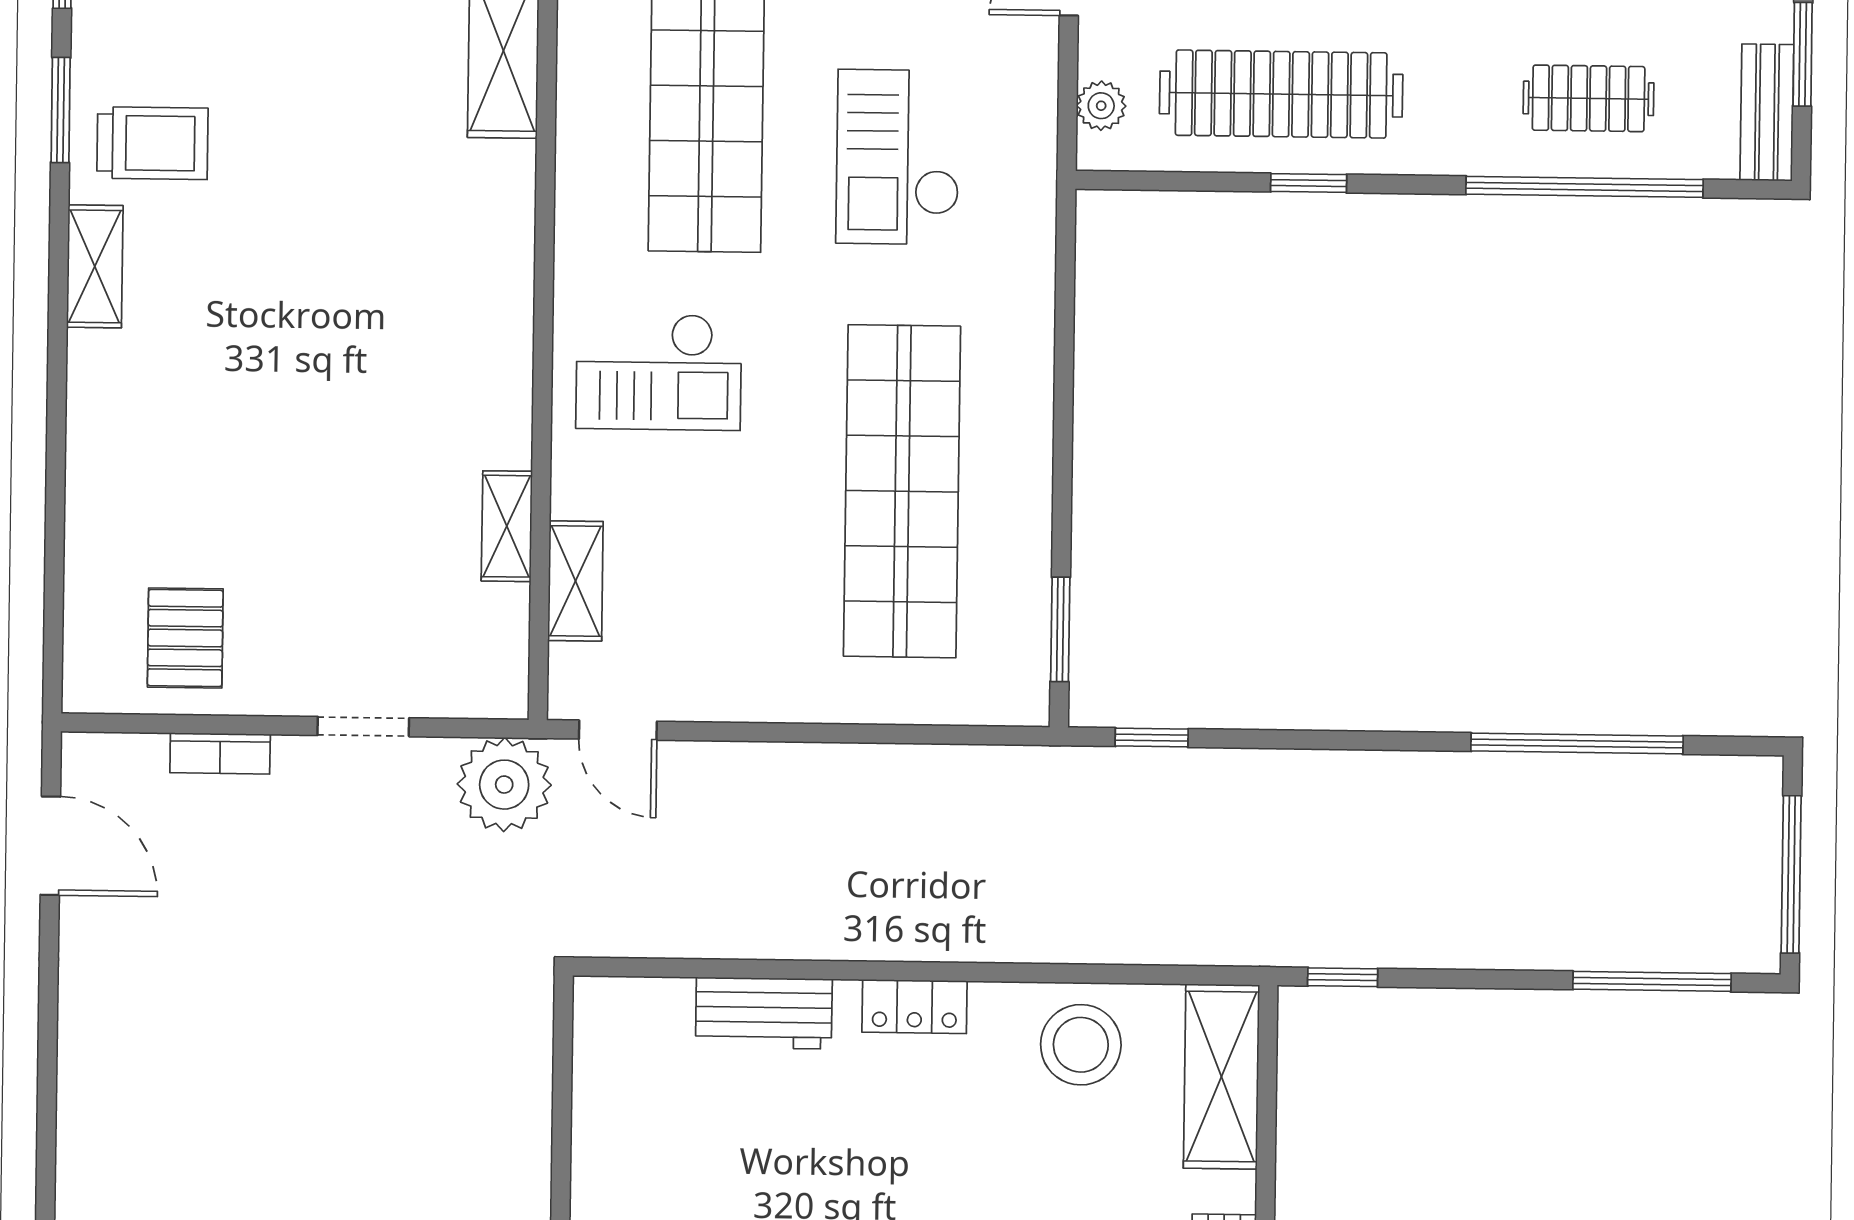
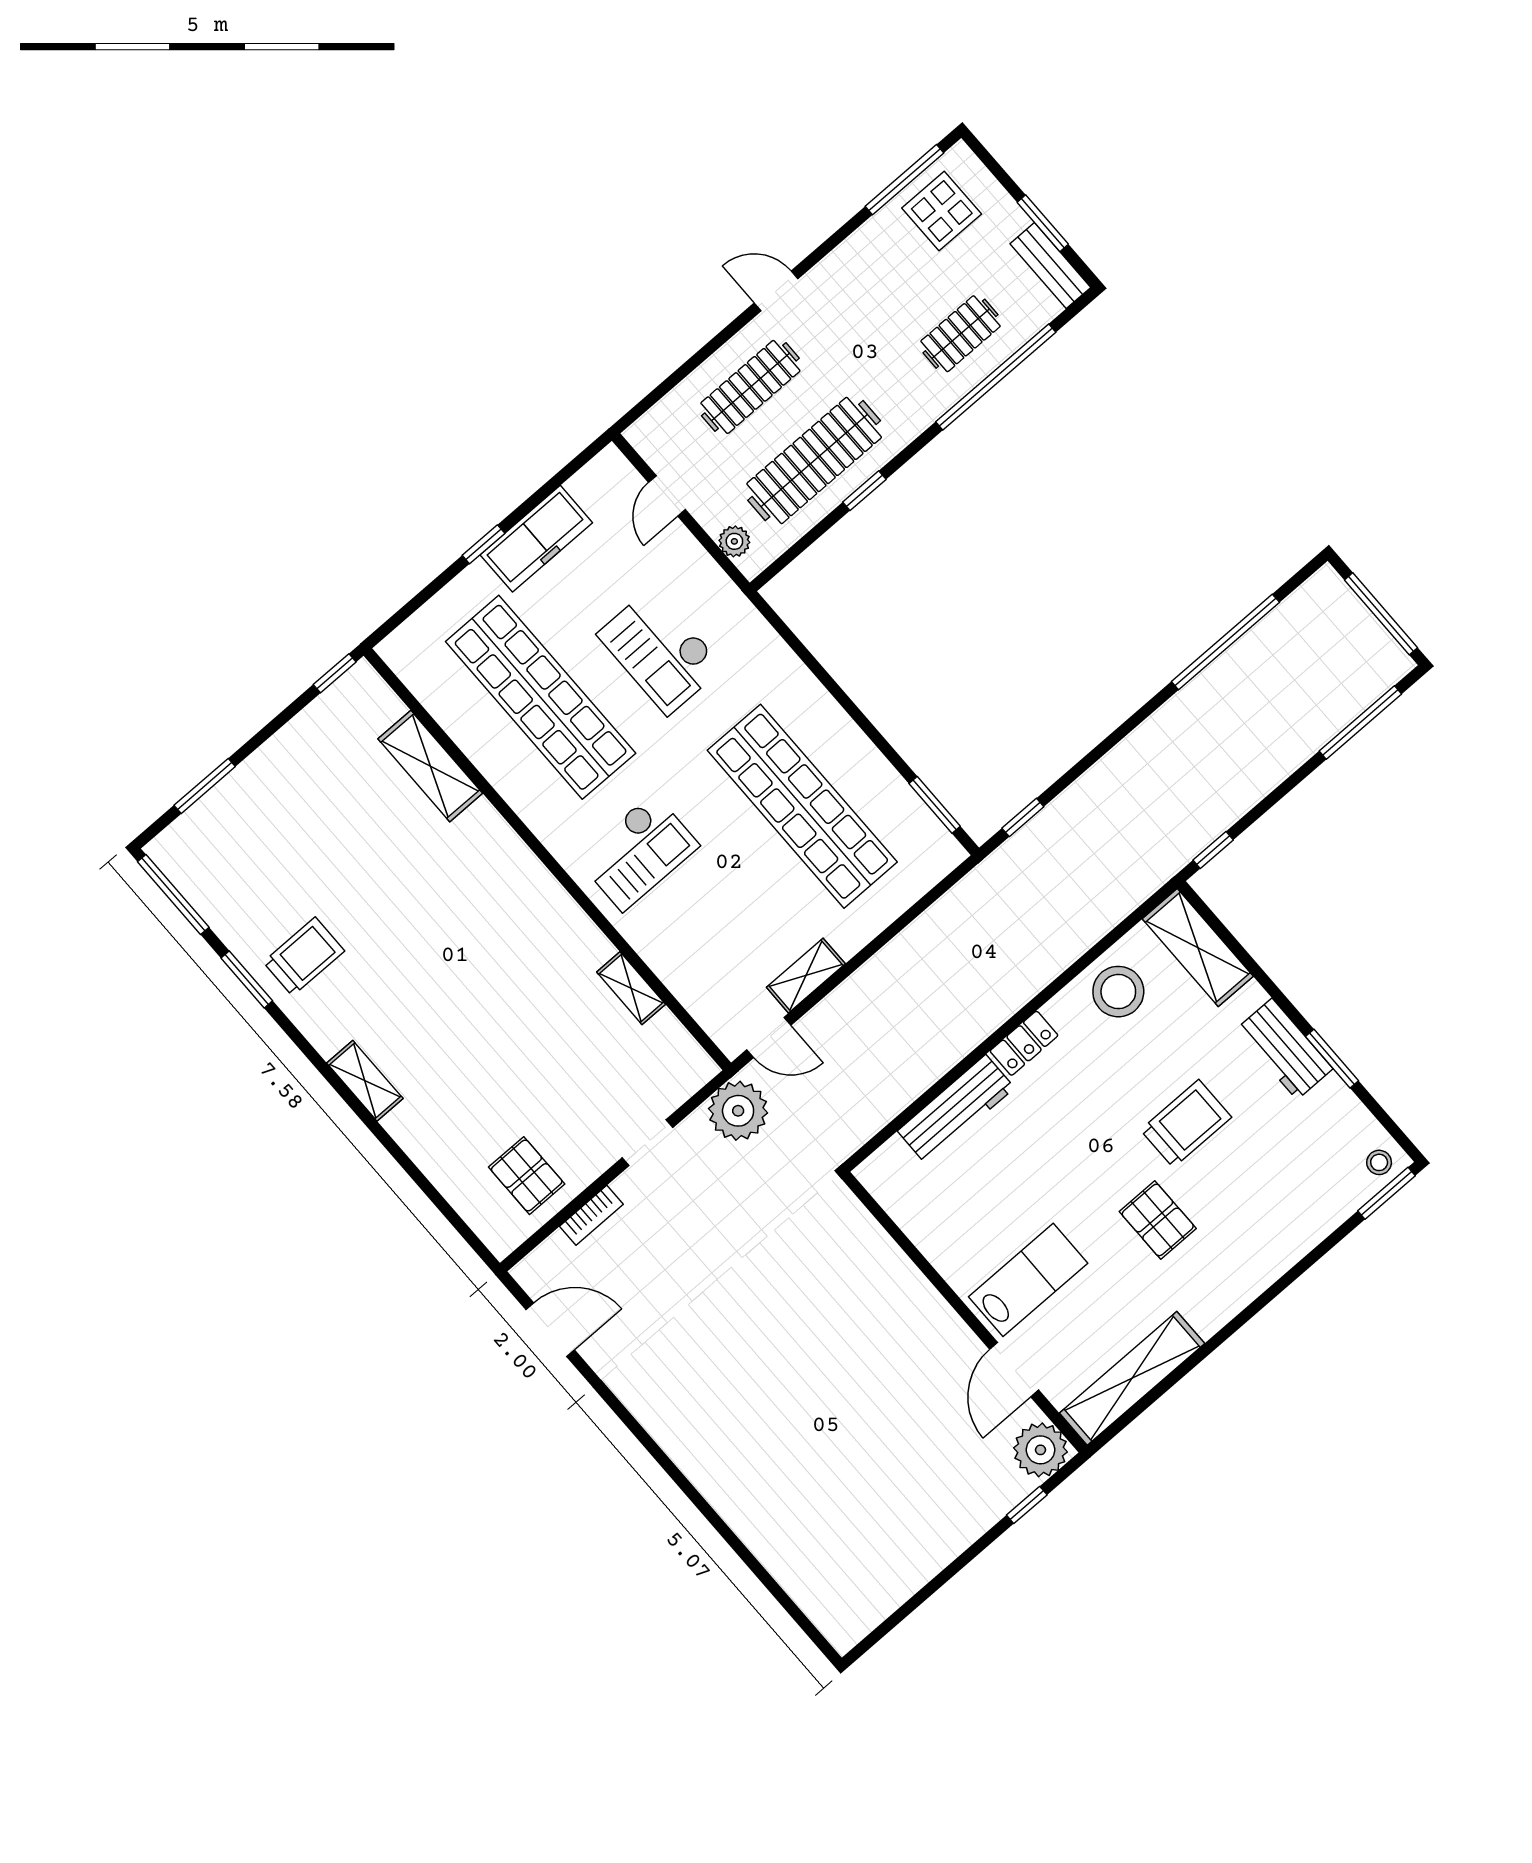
shelving: (95, 266) -> (365, 1081), moved
shelving: (575, 581) -> (806, 976), moved, turned 90
workbench: (764, 1013) -> (956, 1109), width x1.37

